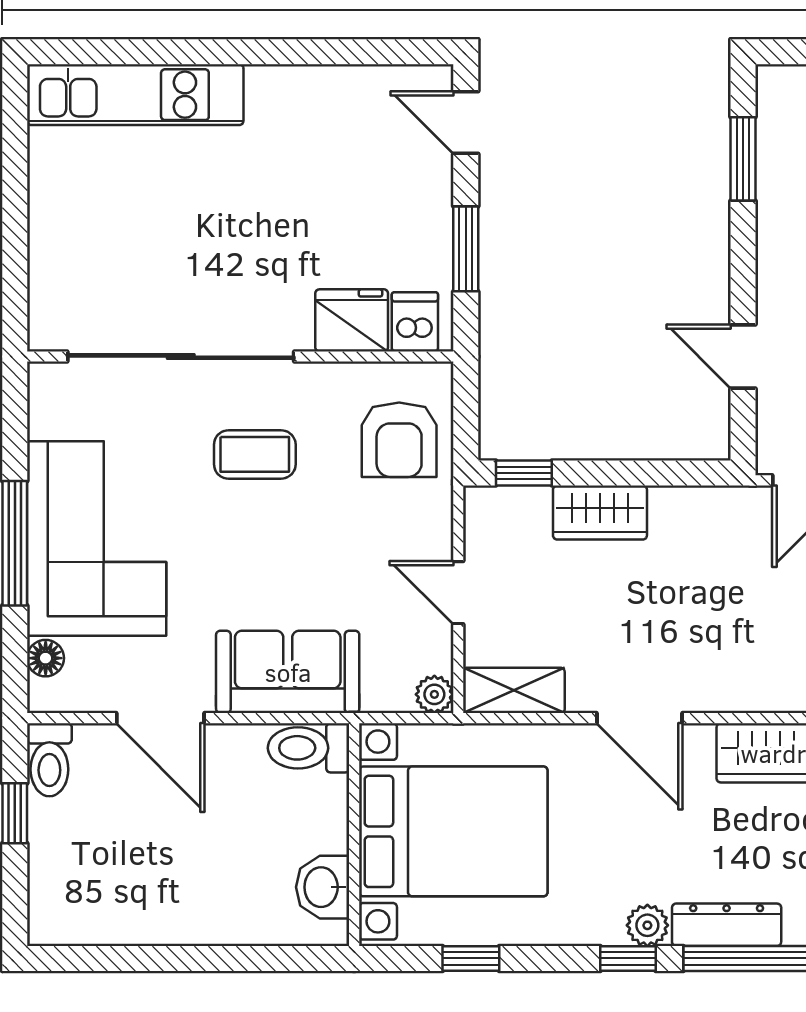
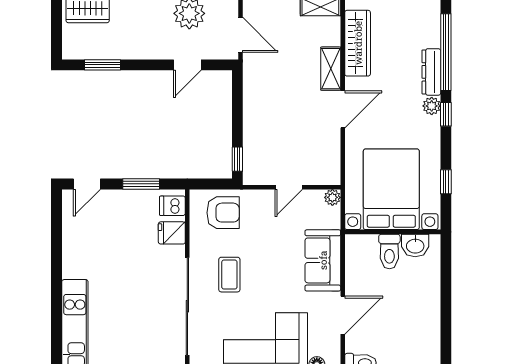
fridge: (352, 320) -> (172, 233), width x0.72
wardrobe: (600, 512) -> (254, 126), removed
shelving: (514, 690) -> (331, 69), moved
toilet: (309, 748) -> (389, 251), moved

